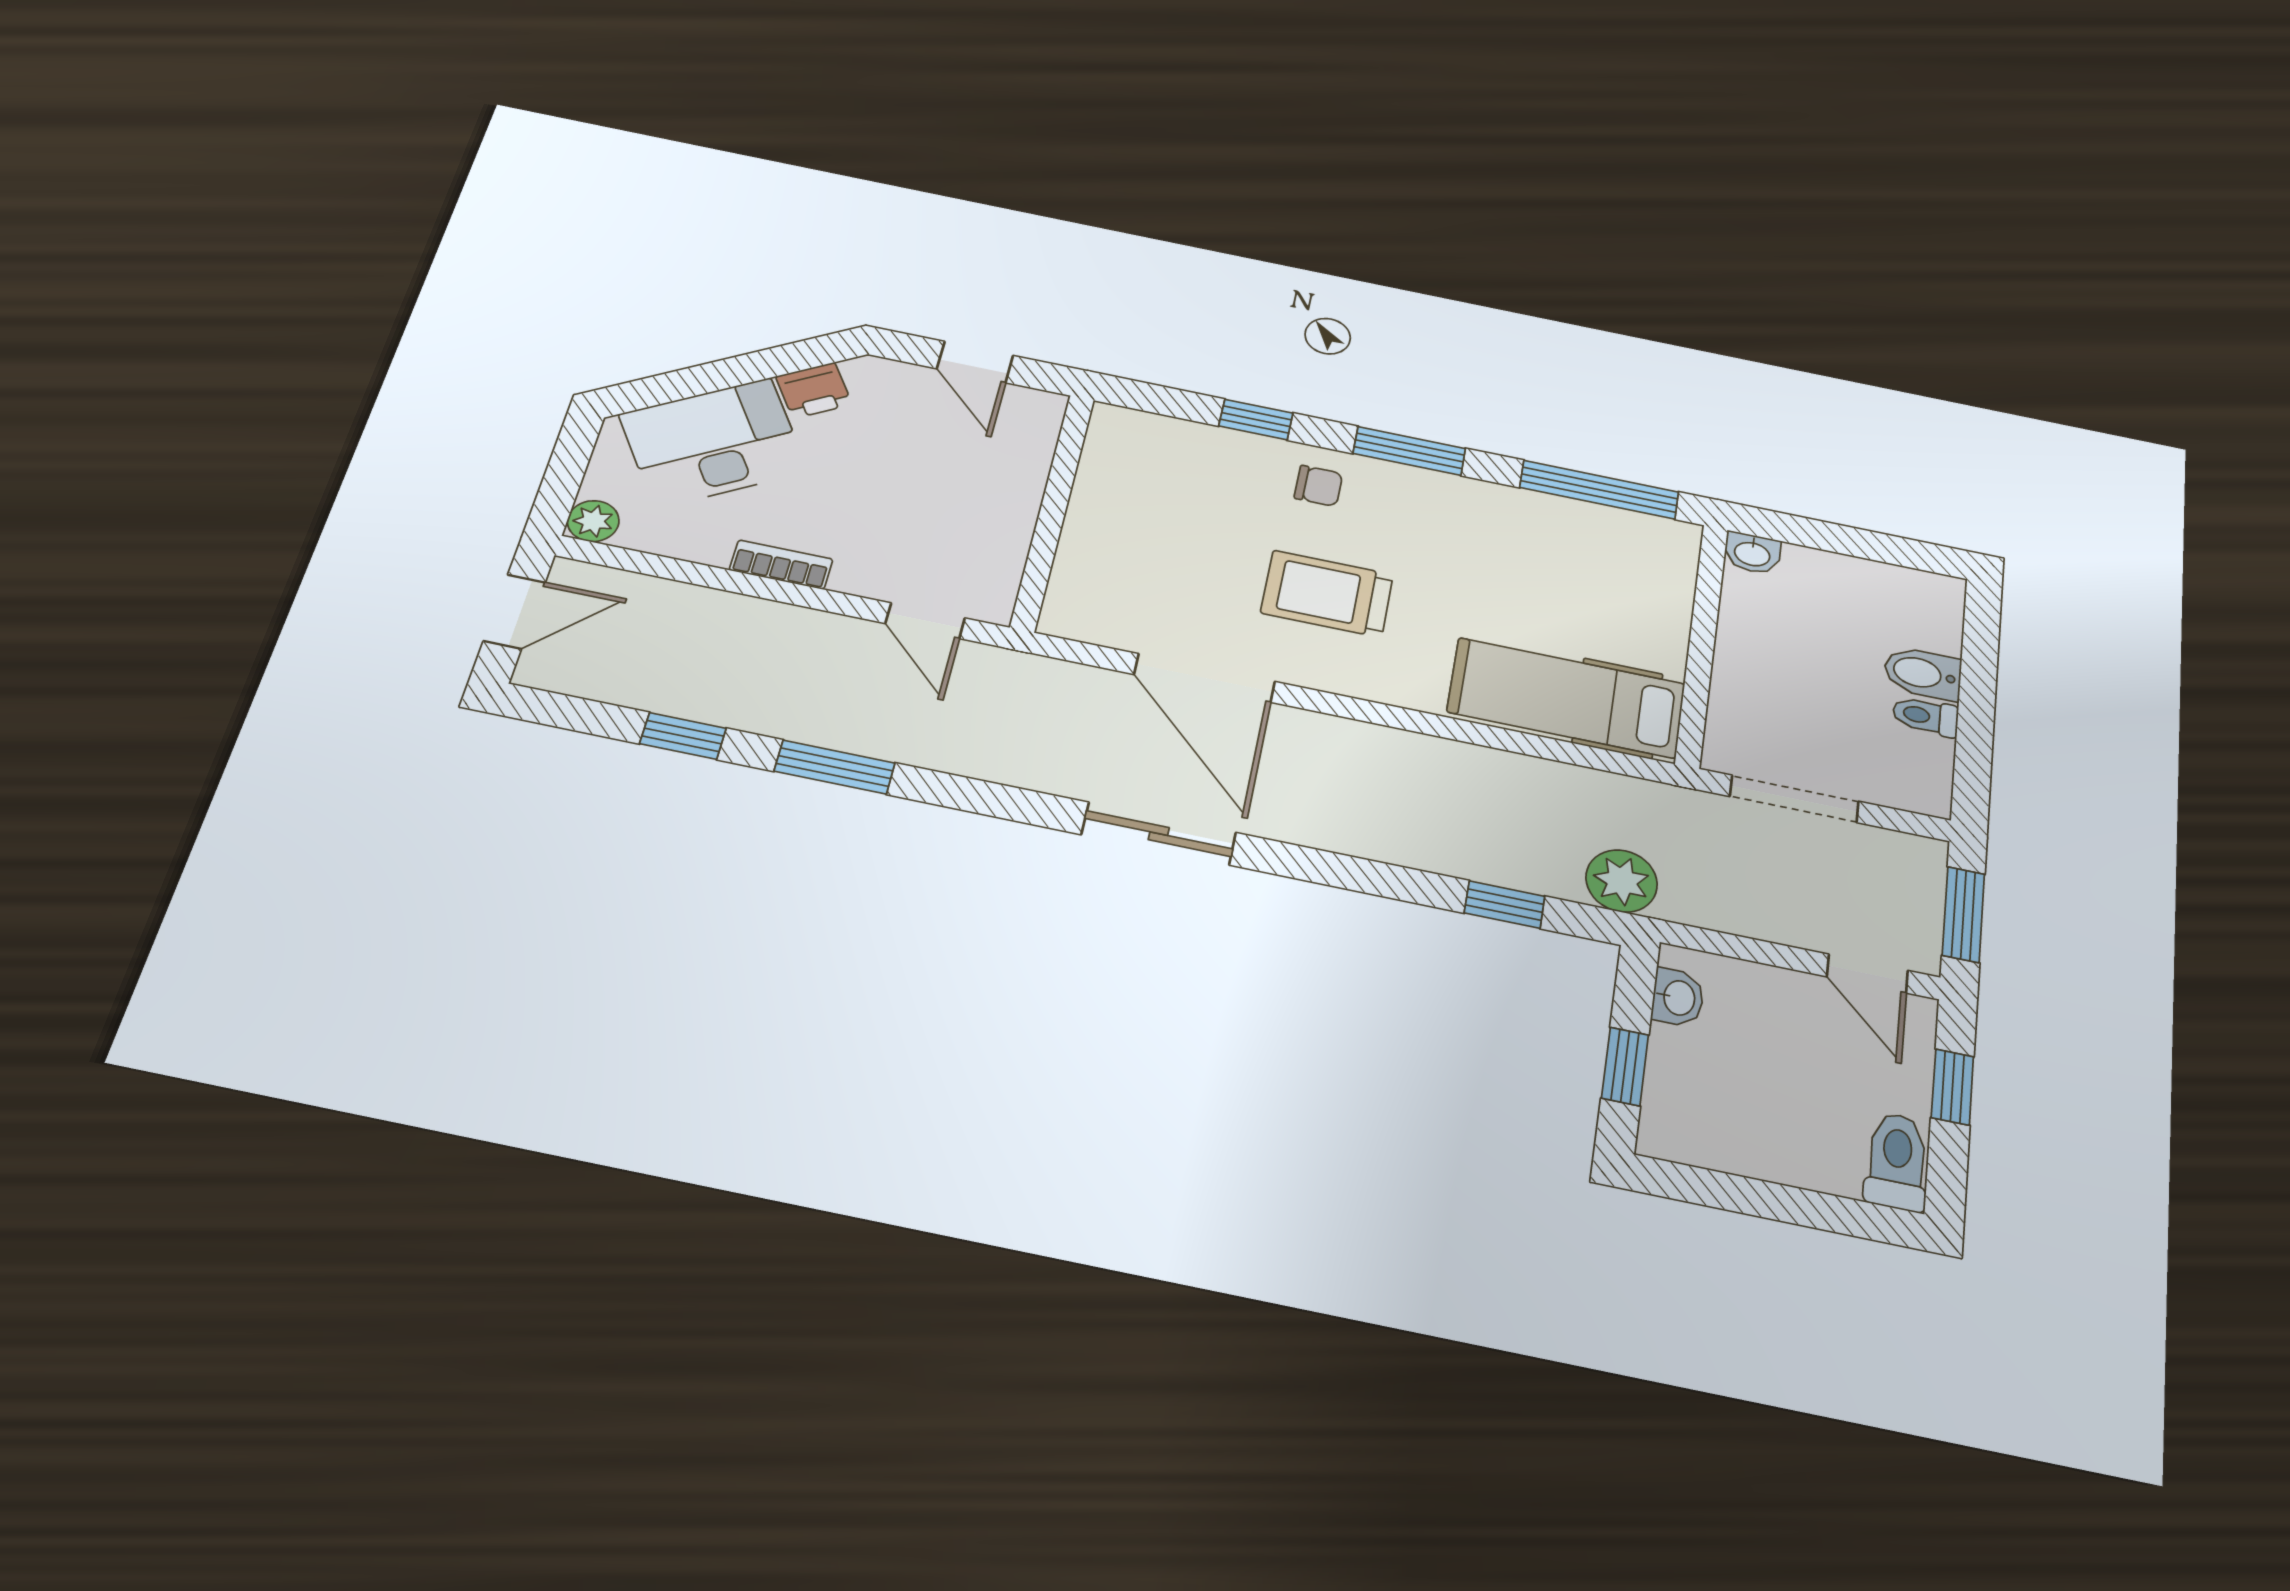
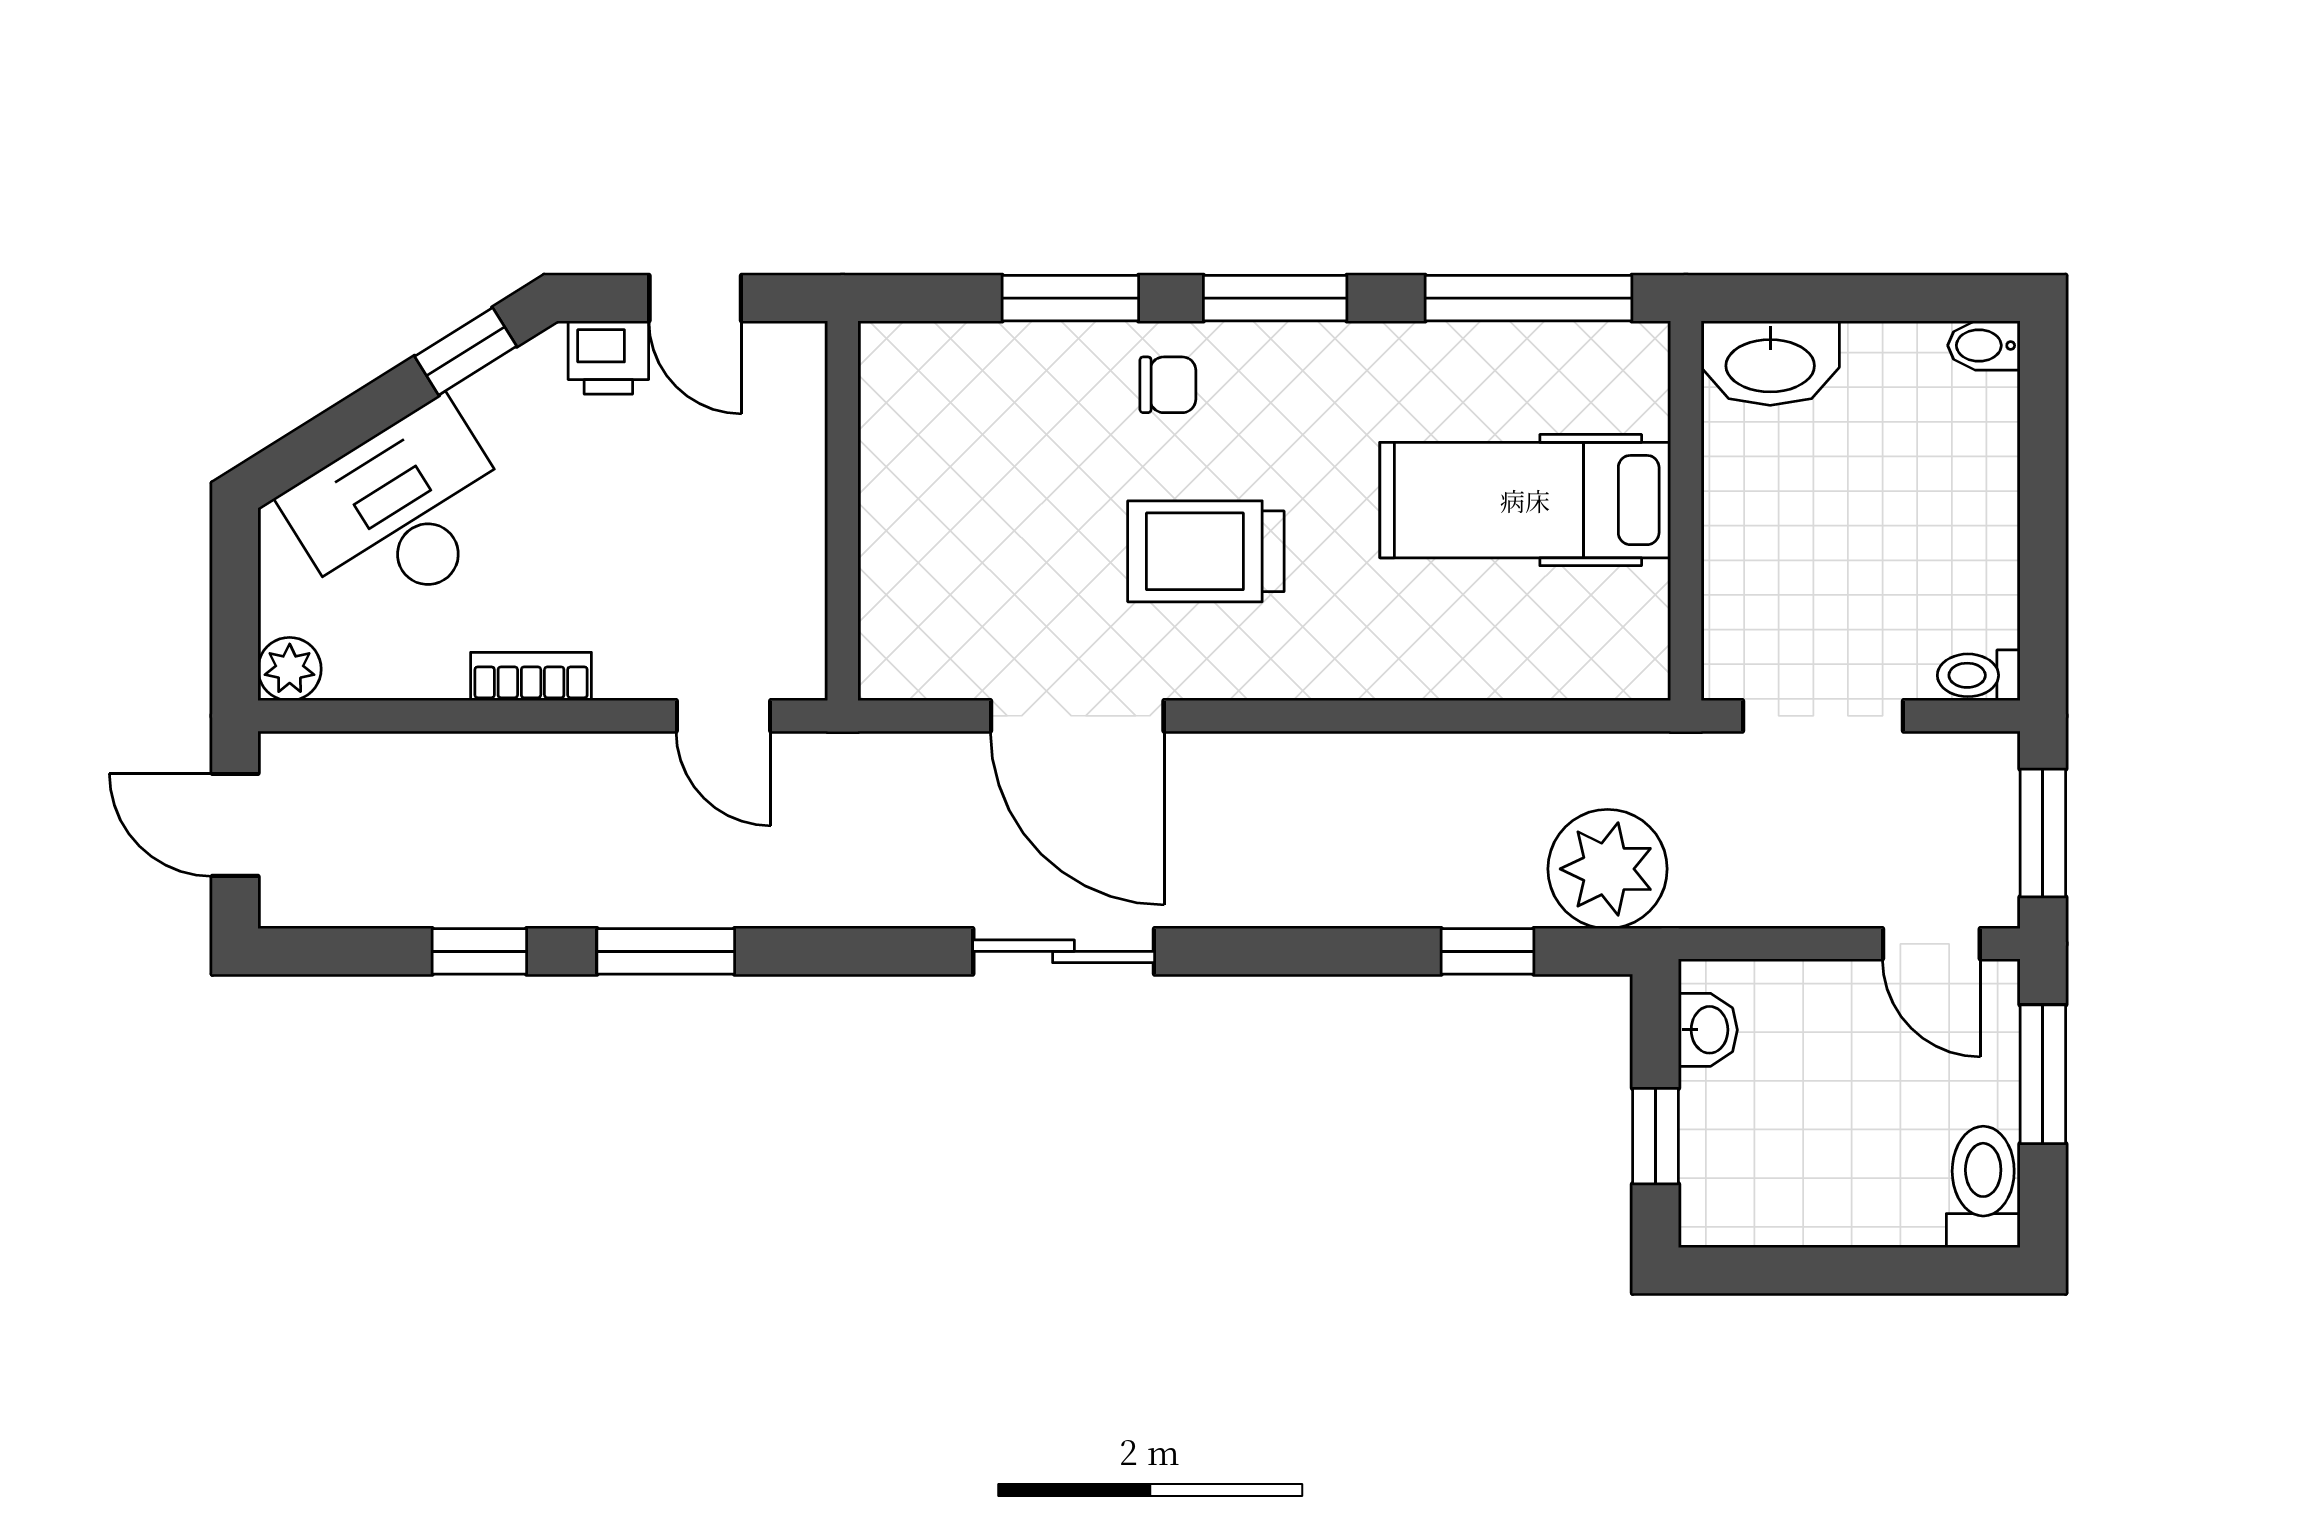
window: (793, 358) -> (466, 351), added
printer: (814, 390) -> (608, 358), moved, turned 32
window: (1256, 420) -> (1070, 298), width x1.50
washbasin: (1752, 553) -> (1770, 363), width x1.91, depth x1.45
door: (515, 612) -> (235, 825), swing flipped
bidet: (1923, 673) -> (1984, 345), moved, width x0.72, depth x0.74
hospital bed: (1566, 698) -> (1525, 500), moved
toilet: (1926, 716) -> (1979, 675), moved
plant: (1622, 881) -> (1608, 869), width x1.36, depth x1.36
window: (1952, 1087) -> (2043, 1074), width x1.50

